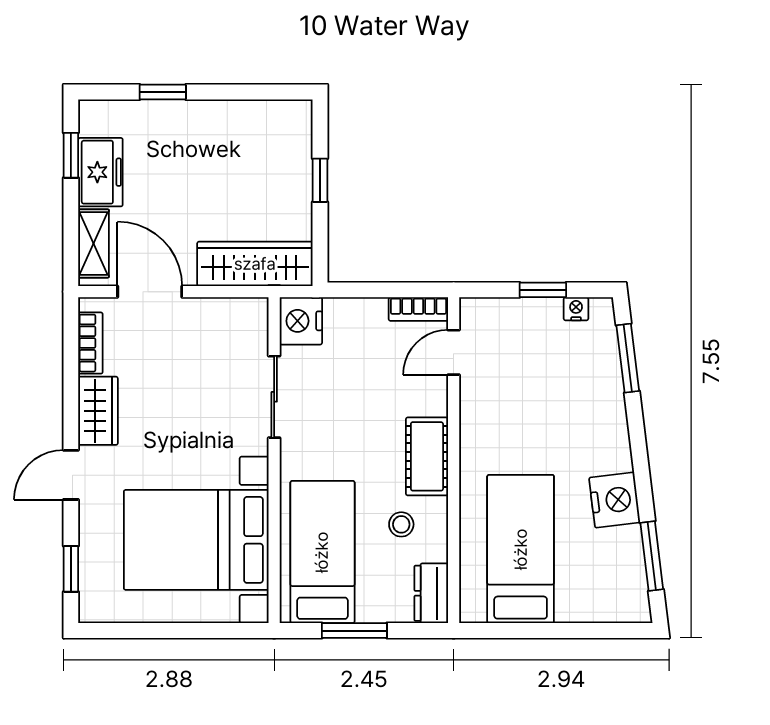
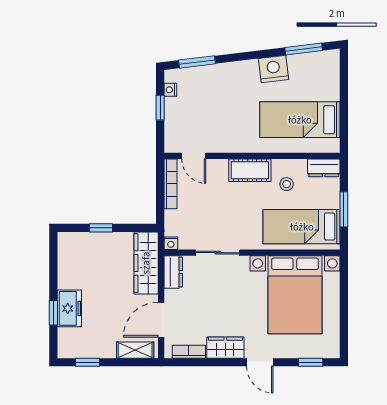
freezer: (100, 172) -> (69, 308), moved, turned 90
bookcase: (418, 309) -> (170, 184), width x1.56
dresser: (238, 314) -> (173, 272), added
nightstand: (301, 321) -> (171, 243), width x0.53, depth x0.56

